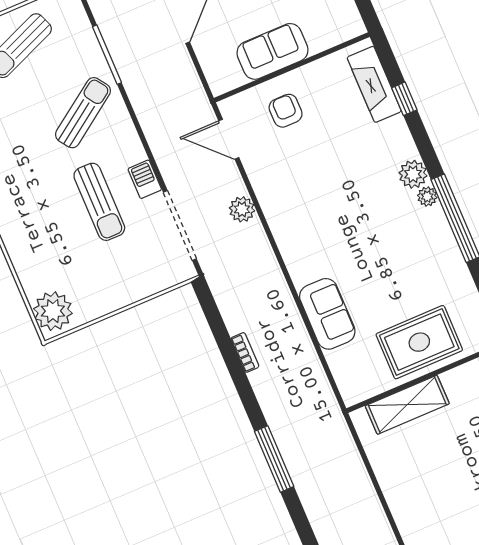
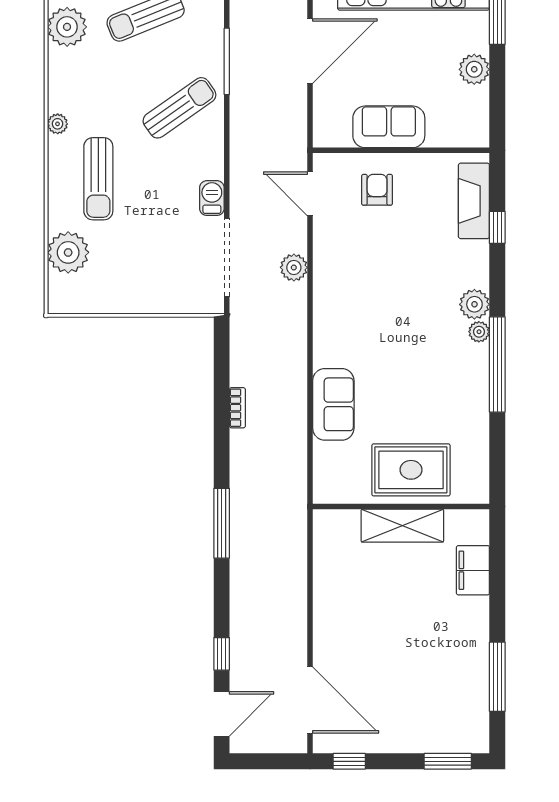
sun lounger: (99, 202) -> (98, 179), moved
plant: (53, 311) -> (68, 252), moved
shelving: (407, 405) -> (402, 526), moved

